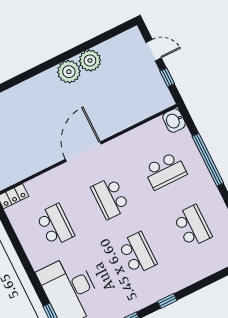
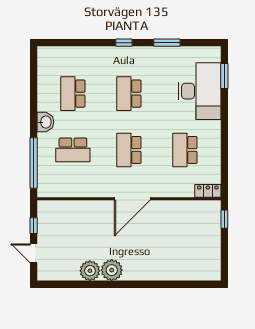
washbasin: (174, 121) -> (45, 122), moved
window: (208, 160) -> (34, 163), moved
school desk: (165, 171) -> (73, 150), turned 180
school desk: (110, 198) -> (129, 150), turned 180

